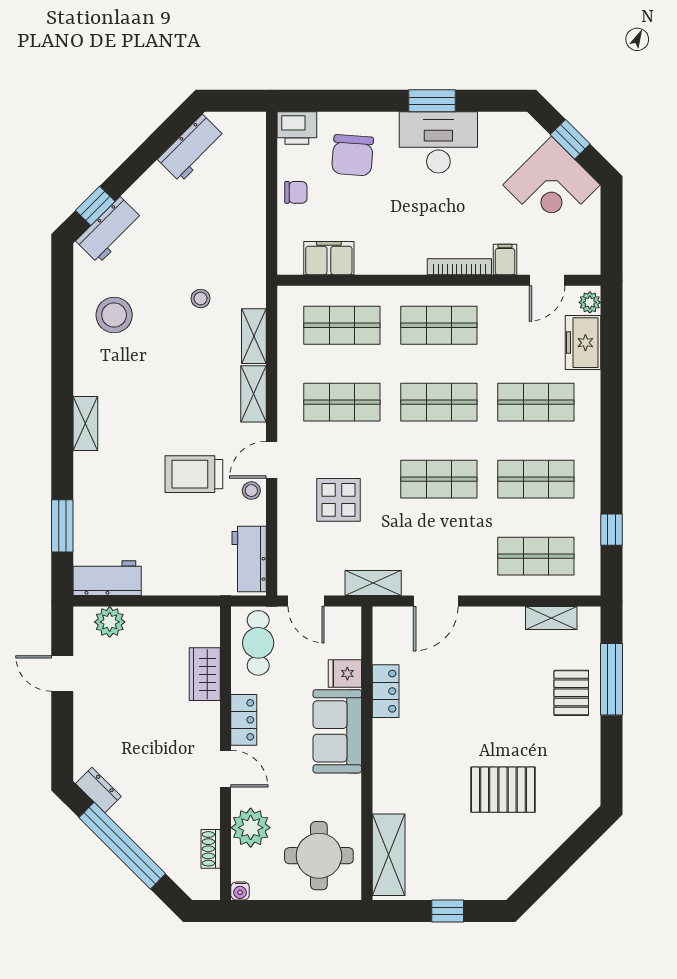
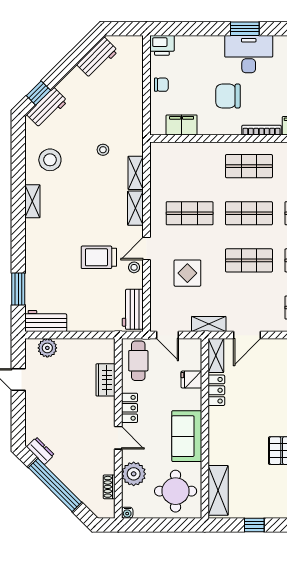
chair: (353, 155) -> (228, 96), moved, turned 86
shop shelf: (342, 325) -> (190, 166), removed
shelving: (85, 424) -> (32, 201), moved
shelving: (385, 635) -> (216, 356), added
sofa: (337, 731) -> (187, 436), moved

